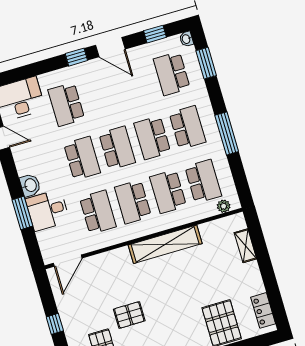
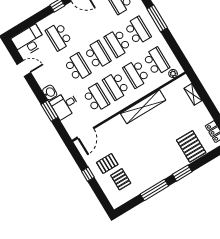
window: (227, 133) -> (157, 18), moved
pallet: (129, 315) -> (107, 163), moved

